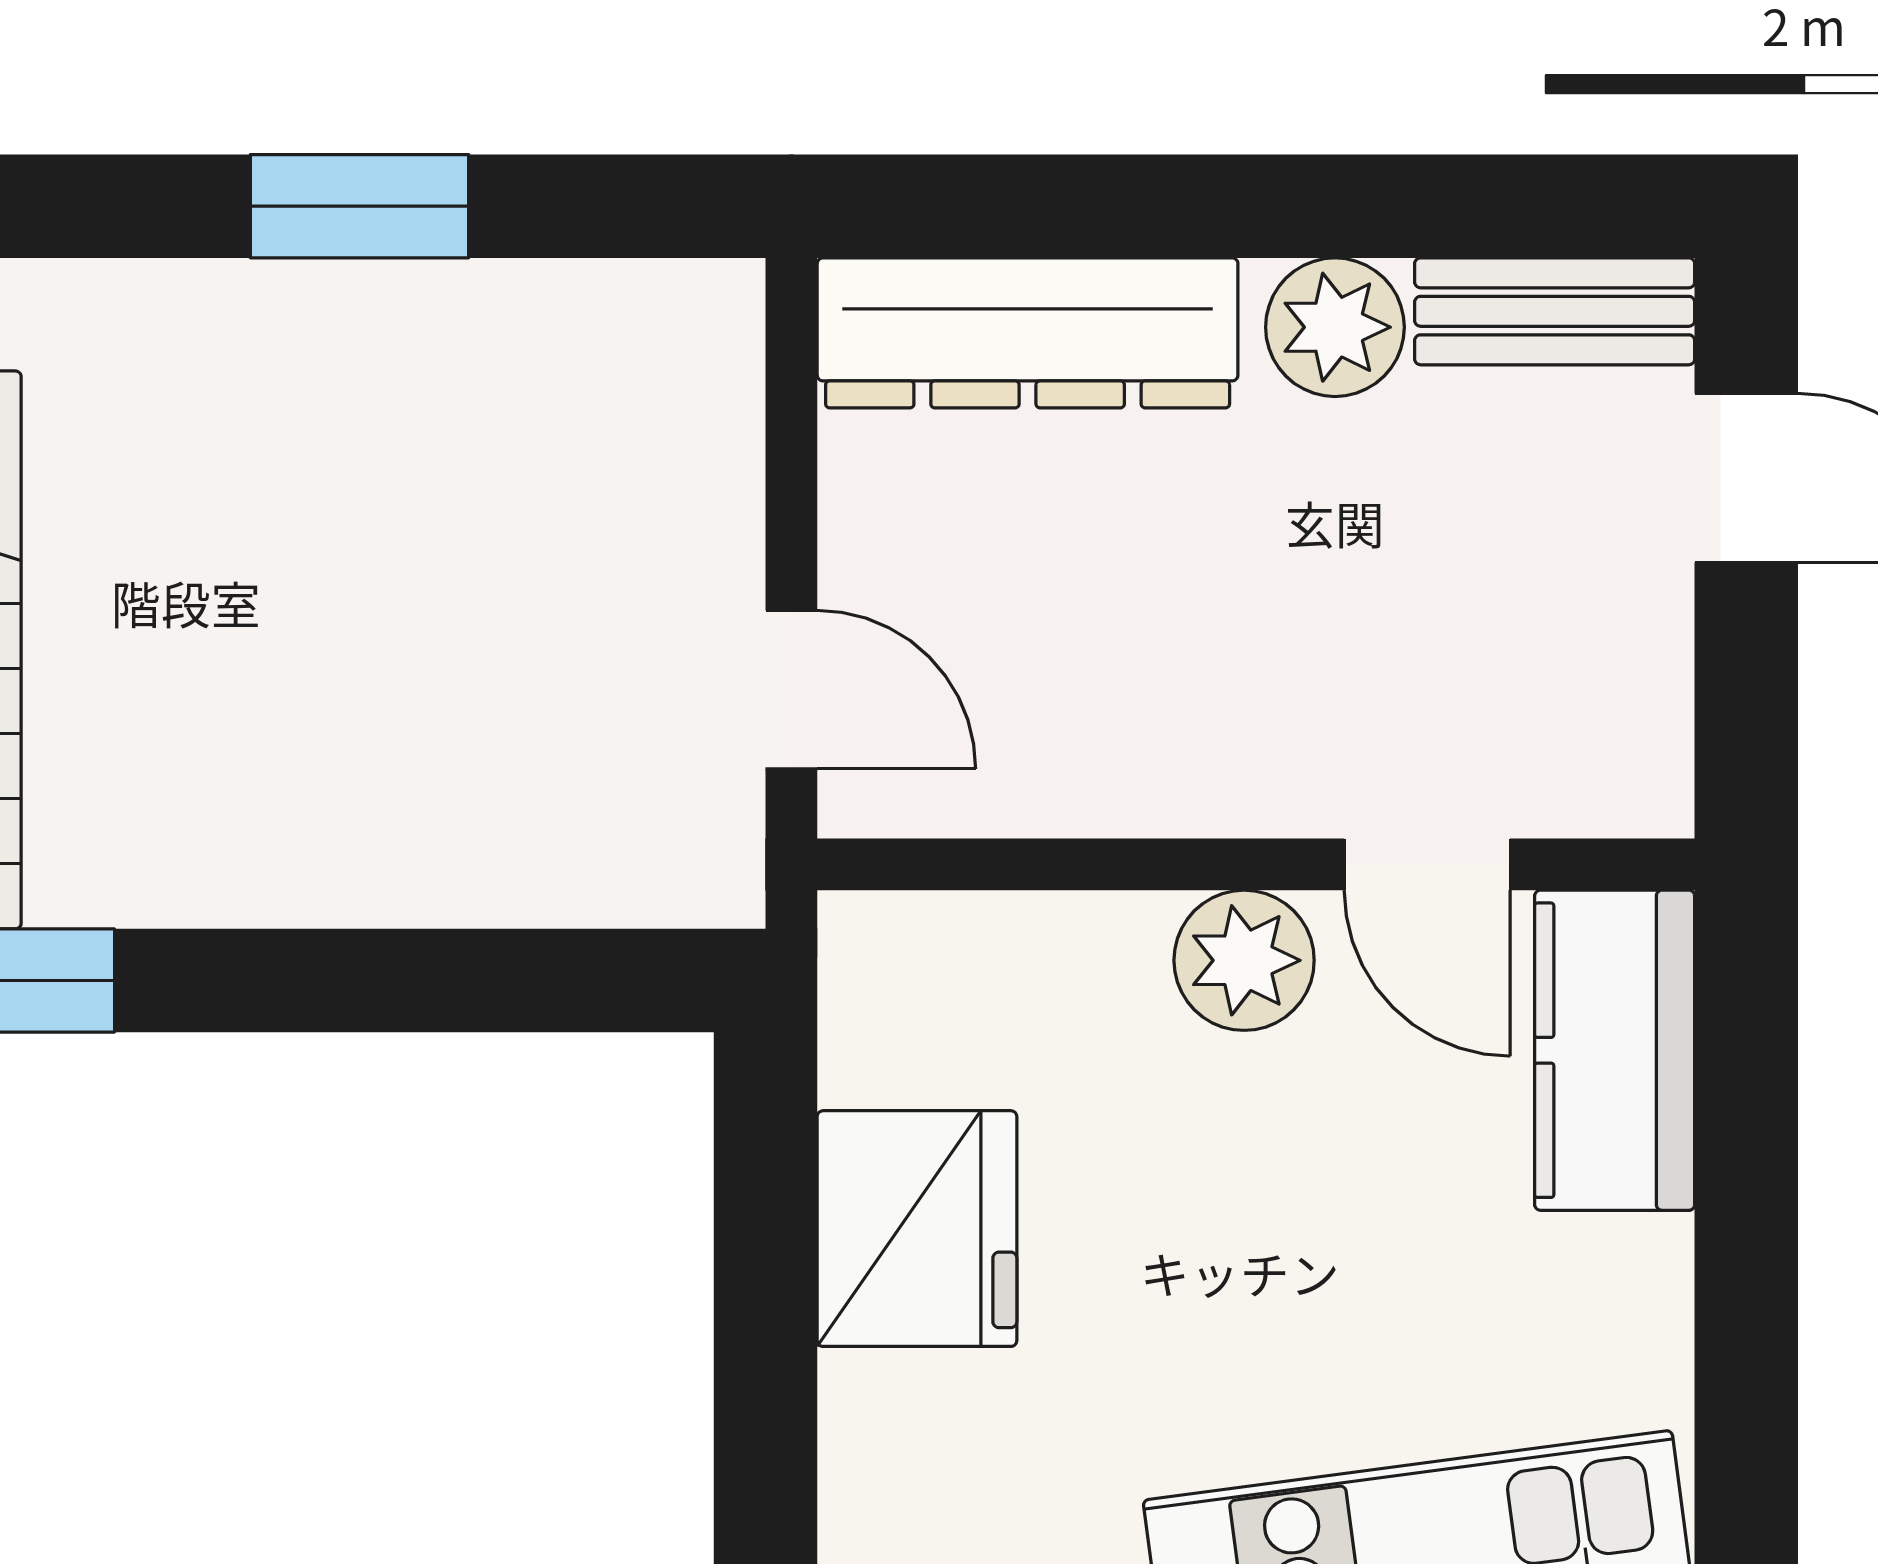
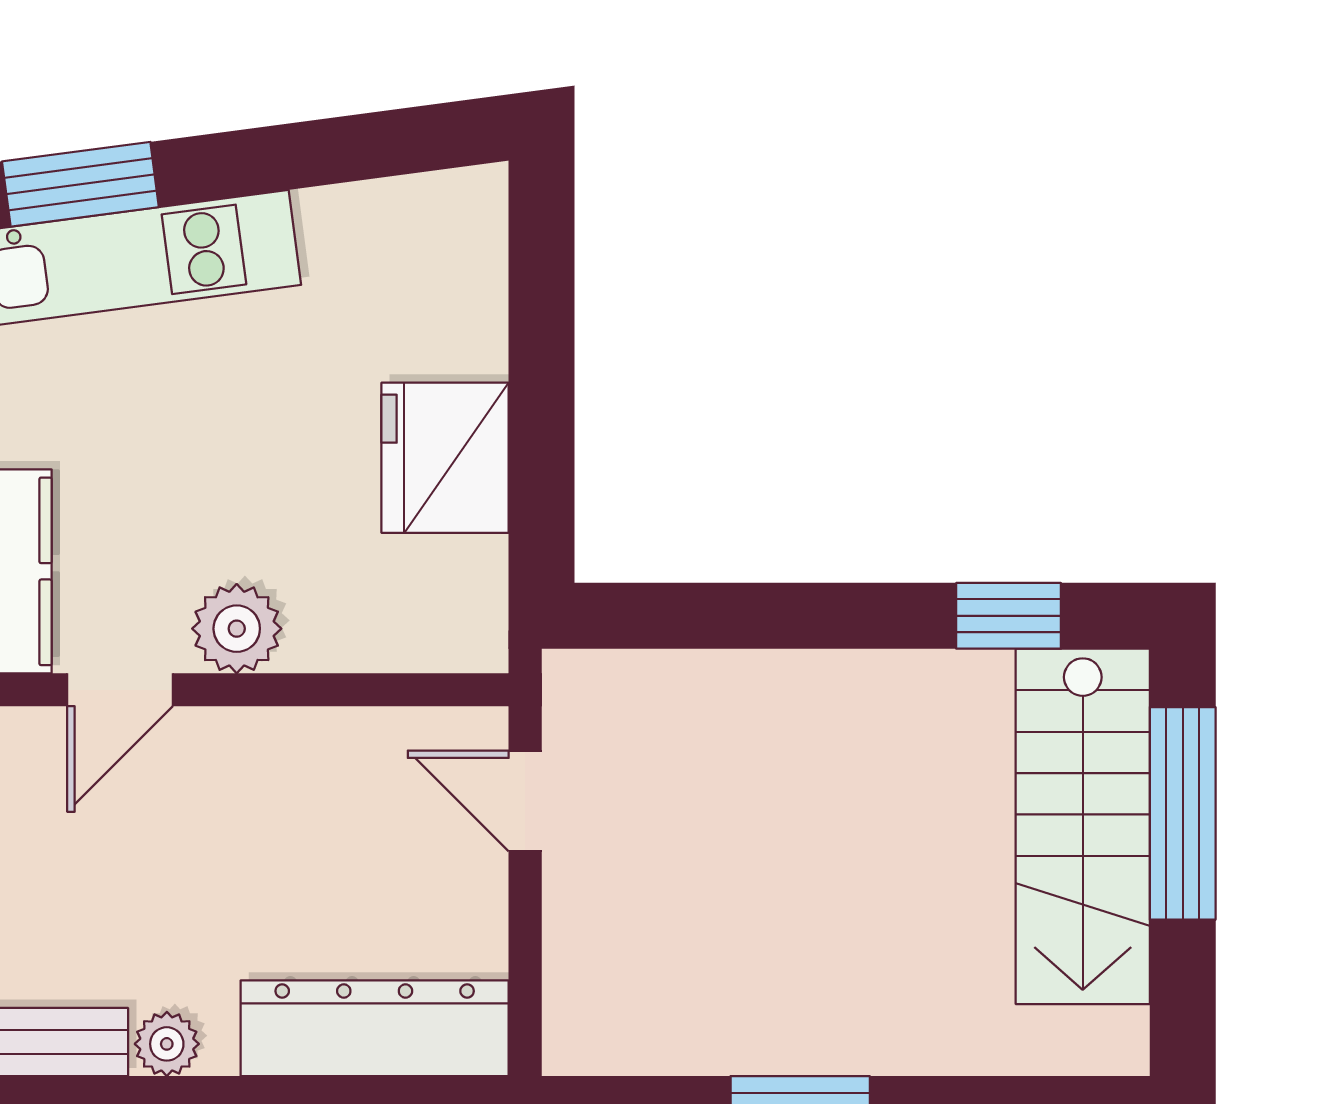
plant: (1335, 327) -> (167, 1044), width x0.73, depth x0.73
door: (1427, 864) -> (120, 690), swing flipped

